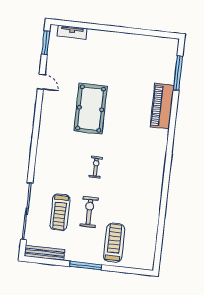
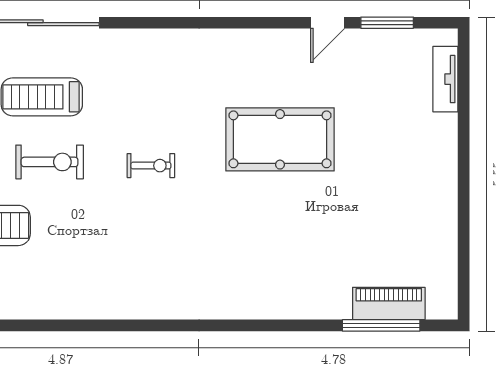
window: (46, 43) -> (387, 23), moved
piano: (162, 106) -> (389, 303), moved, width x0.73, depth x0.75

